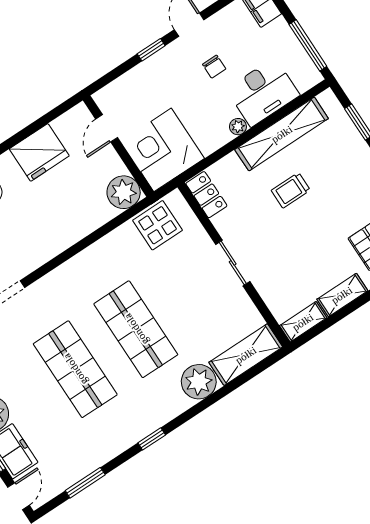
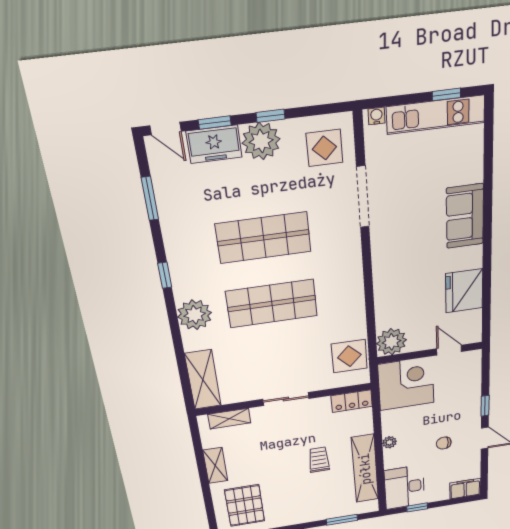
window: (308, 45) -> (417, 507), width x0.46
desk: (263, 92) -> (404, 487), moved
shelving: (303, 322) -> (229, 419), moved, turned 90
plant: (199, 382) -> (195, 315), moved

